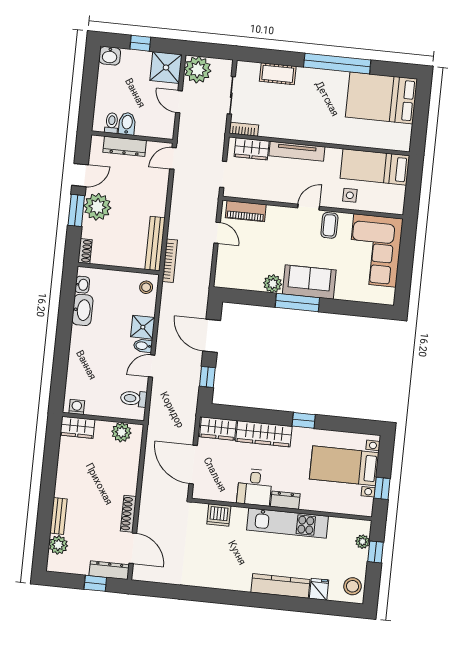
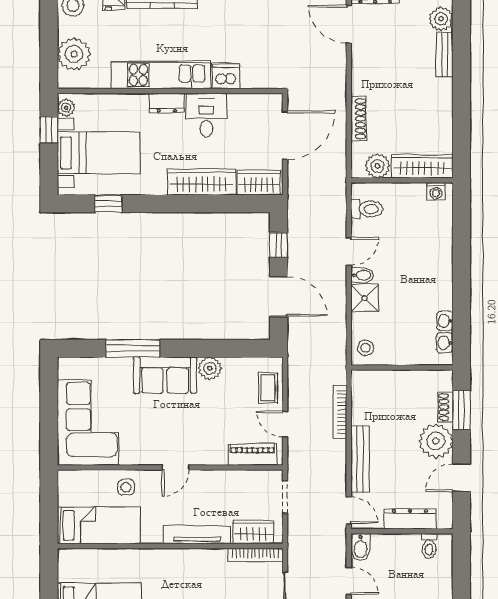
bidet: (127, 124) -> (360, 547), moved
bookcase: (244, 129) -> (255, 555), width x1.56
door: (173, 158) -> (349, 510), hinge flipped
window: (76, 210) -> (461, 410), moved
coffee table: (329, 225) -> (268, 388), moved
bench: (155, 244) -> (360, 459), moved
shoe rack: (85, 251) -> (446, 407), moved
bookcase: (170, 261) -> (340, 412), moved
window: (297, 302) -> (133, 348), moved
washbasin: (82, 310) -> (445, 321), width x0.52, depth x0.69
window: (304, 420) -> (108, 204), moved
wardrobe: (77, 427) -> (422, 166), width x1.50
door: (193, 465) -> (285, 135), hinge flipped
plant: (366, 505) -> (66, 108), added
shoe rack: (128, 514) -> (359, 119), moved
dishwasher: (219, 515) -> (226, 76), moved
plant: (363, 542) -> (74, 54), width x1.87, depth x1.87
window: (375, 552) -> (49, 51), removed

